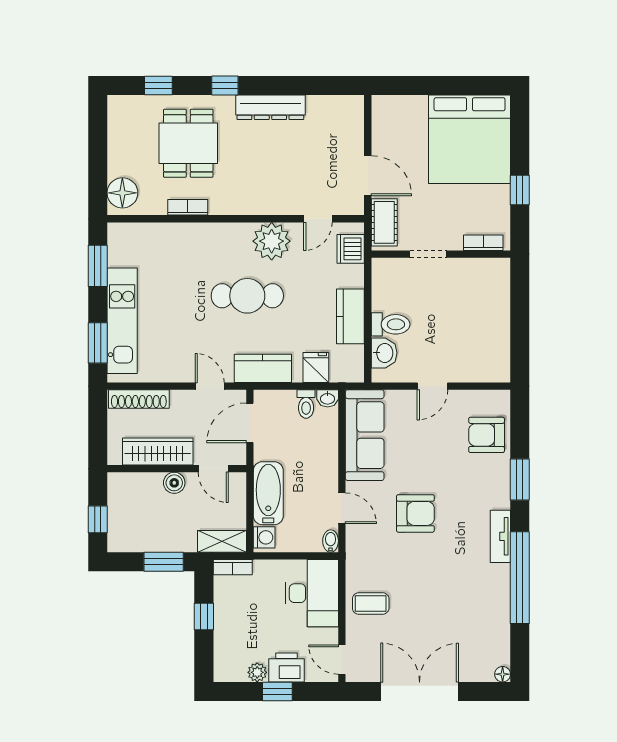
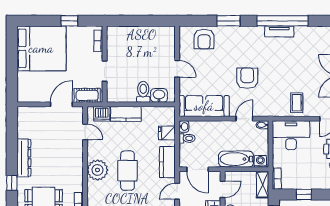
plant: (272, 241) -> (97, 170), moved
kitchen counter: (350, 316) -> (126, 114), moved
tv unit: (500, 536) -> (279, 31), moved

